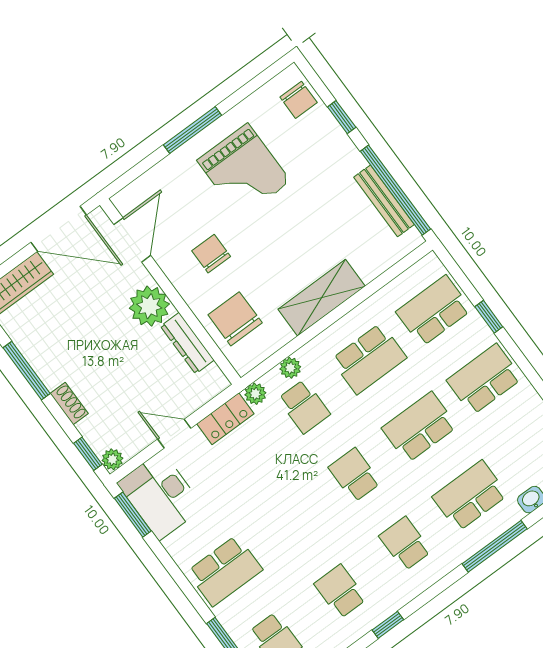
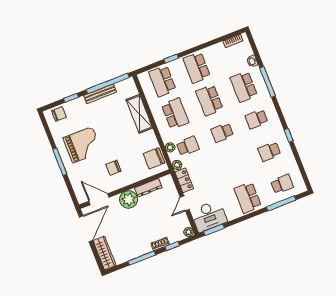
bench: (384, 201) -> (100, 94), moved
shelving: (322, 298) -> (139, 114), moved
chair: (235, 319) -> (154, 158), moved
window: (88, 454) -> (172, 246), moved
school desk: (225, 571) -> (248, 198), turned 180

